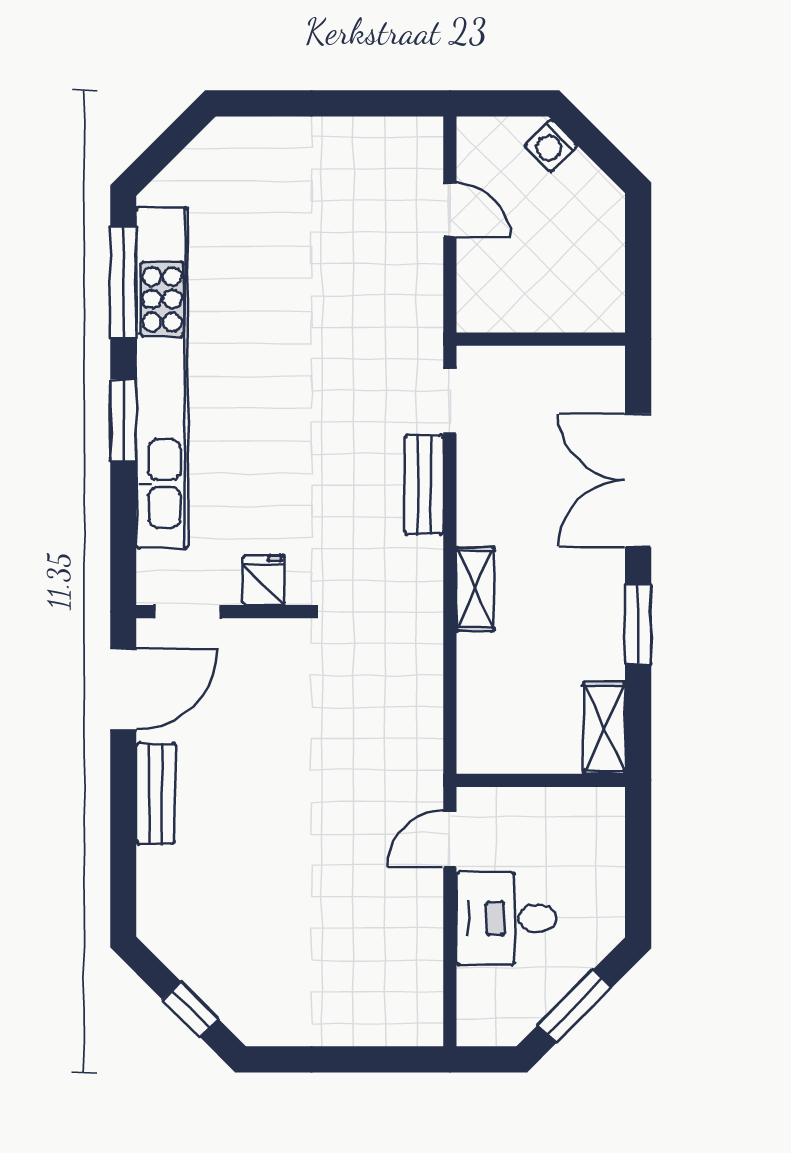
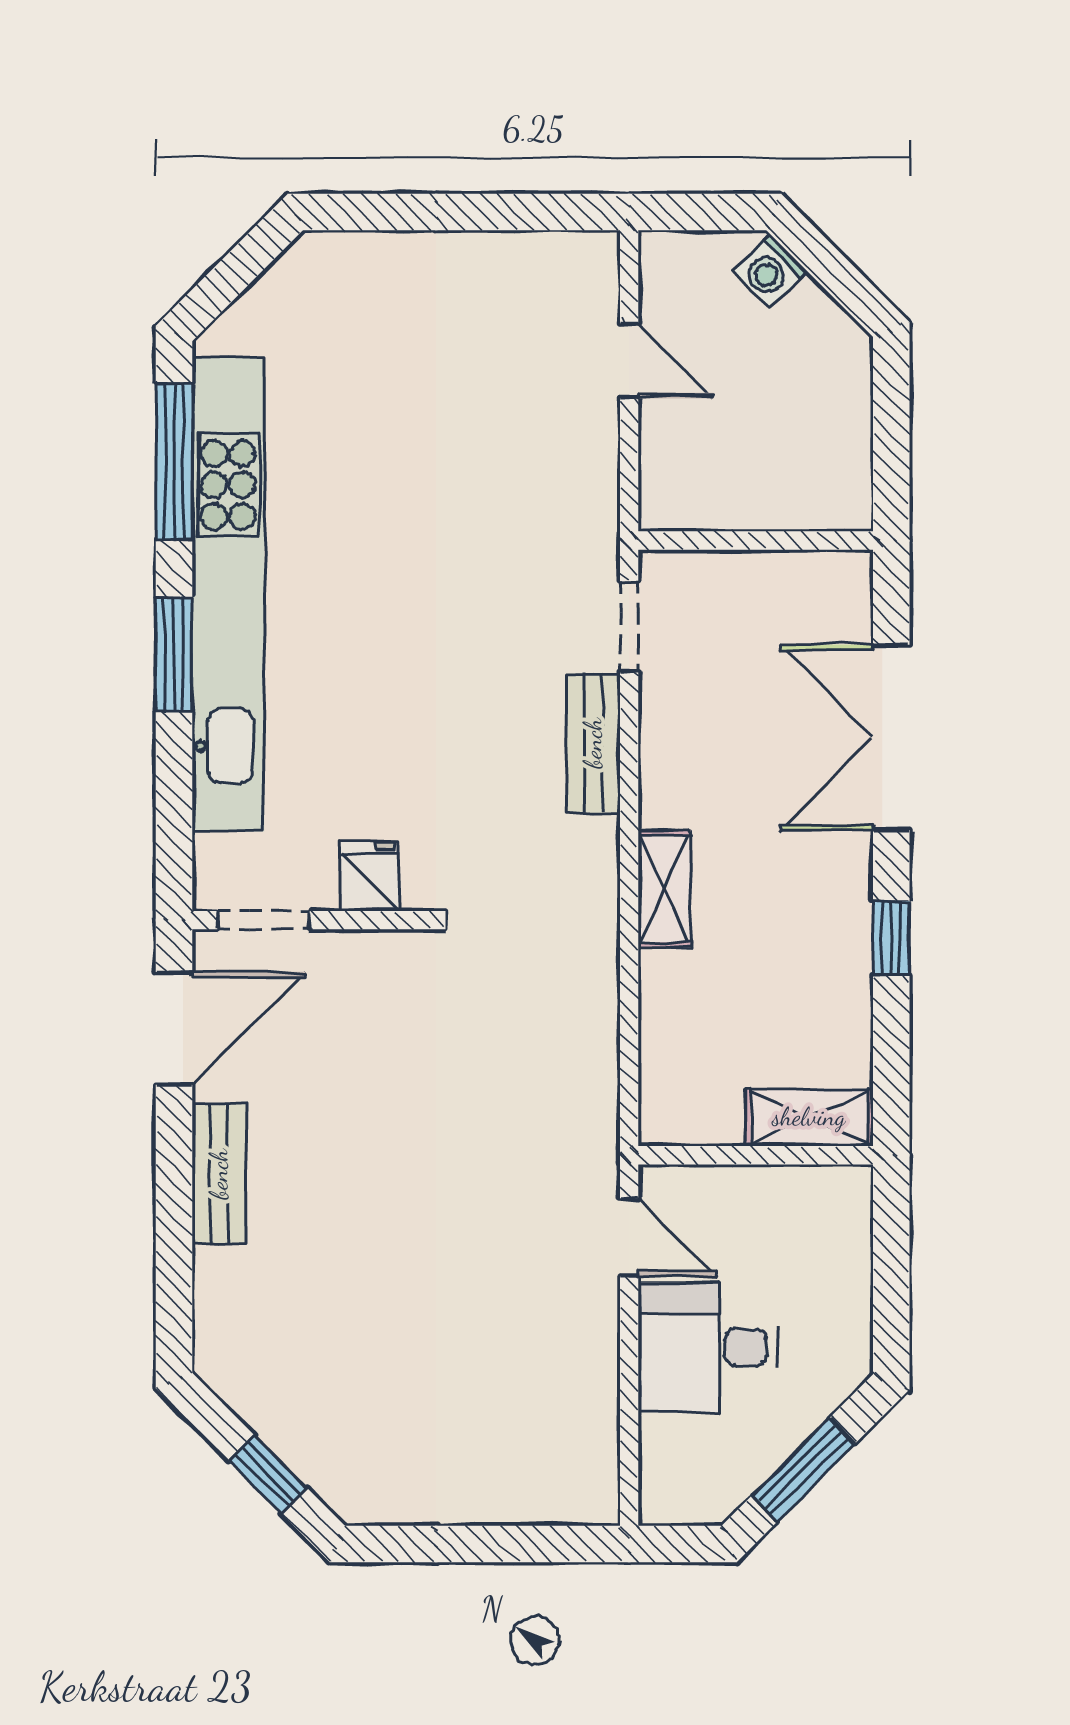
window: (638, 625) -> (891, 938), width x0.67
shelving: (604, 728) -> (809, 1117), moved, turned 90
door: (450, 839) -> (629, 1237), swing flipped

